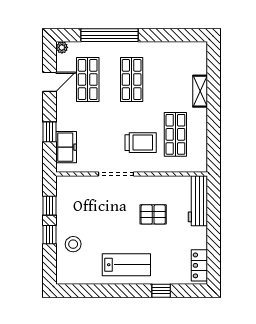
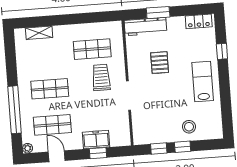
shelving: (200, 91) -> (39, 33), moved
freezer: (66, 147) -> (96, 140), moved
window: (214, 217) -> (158, 13), added

